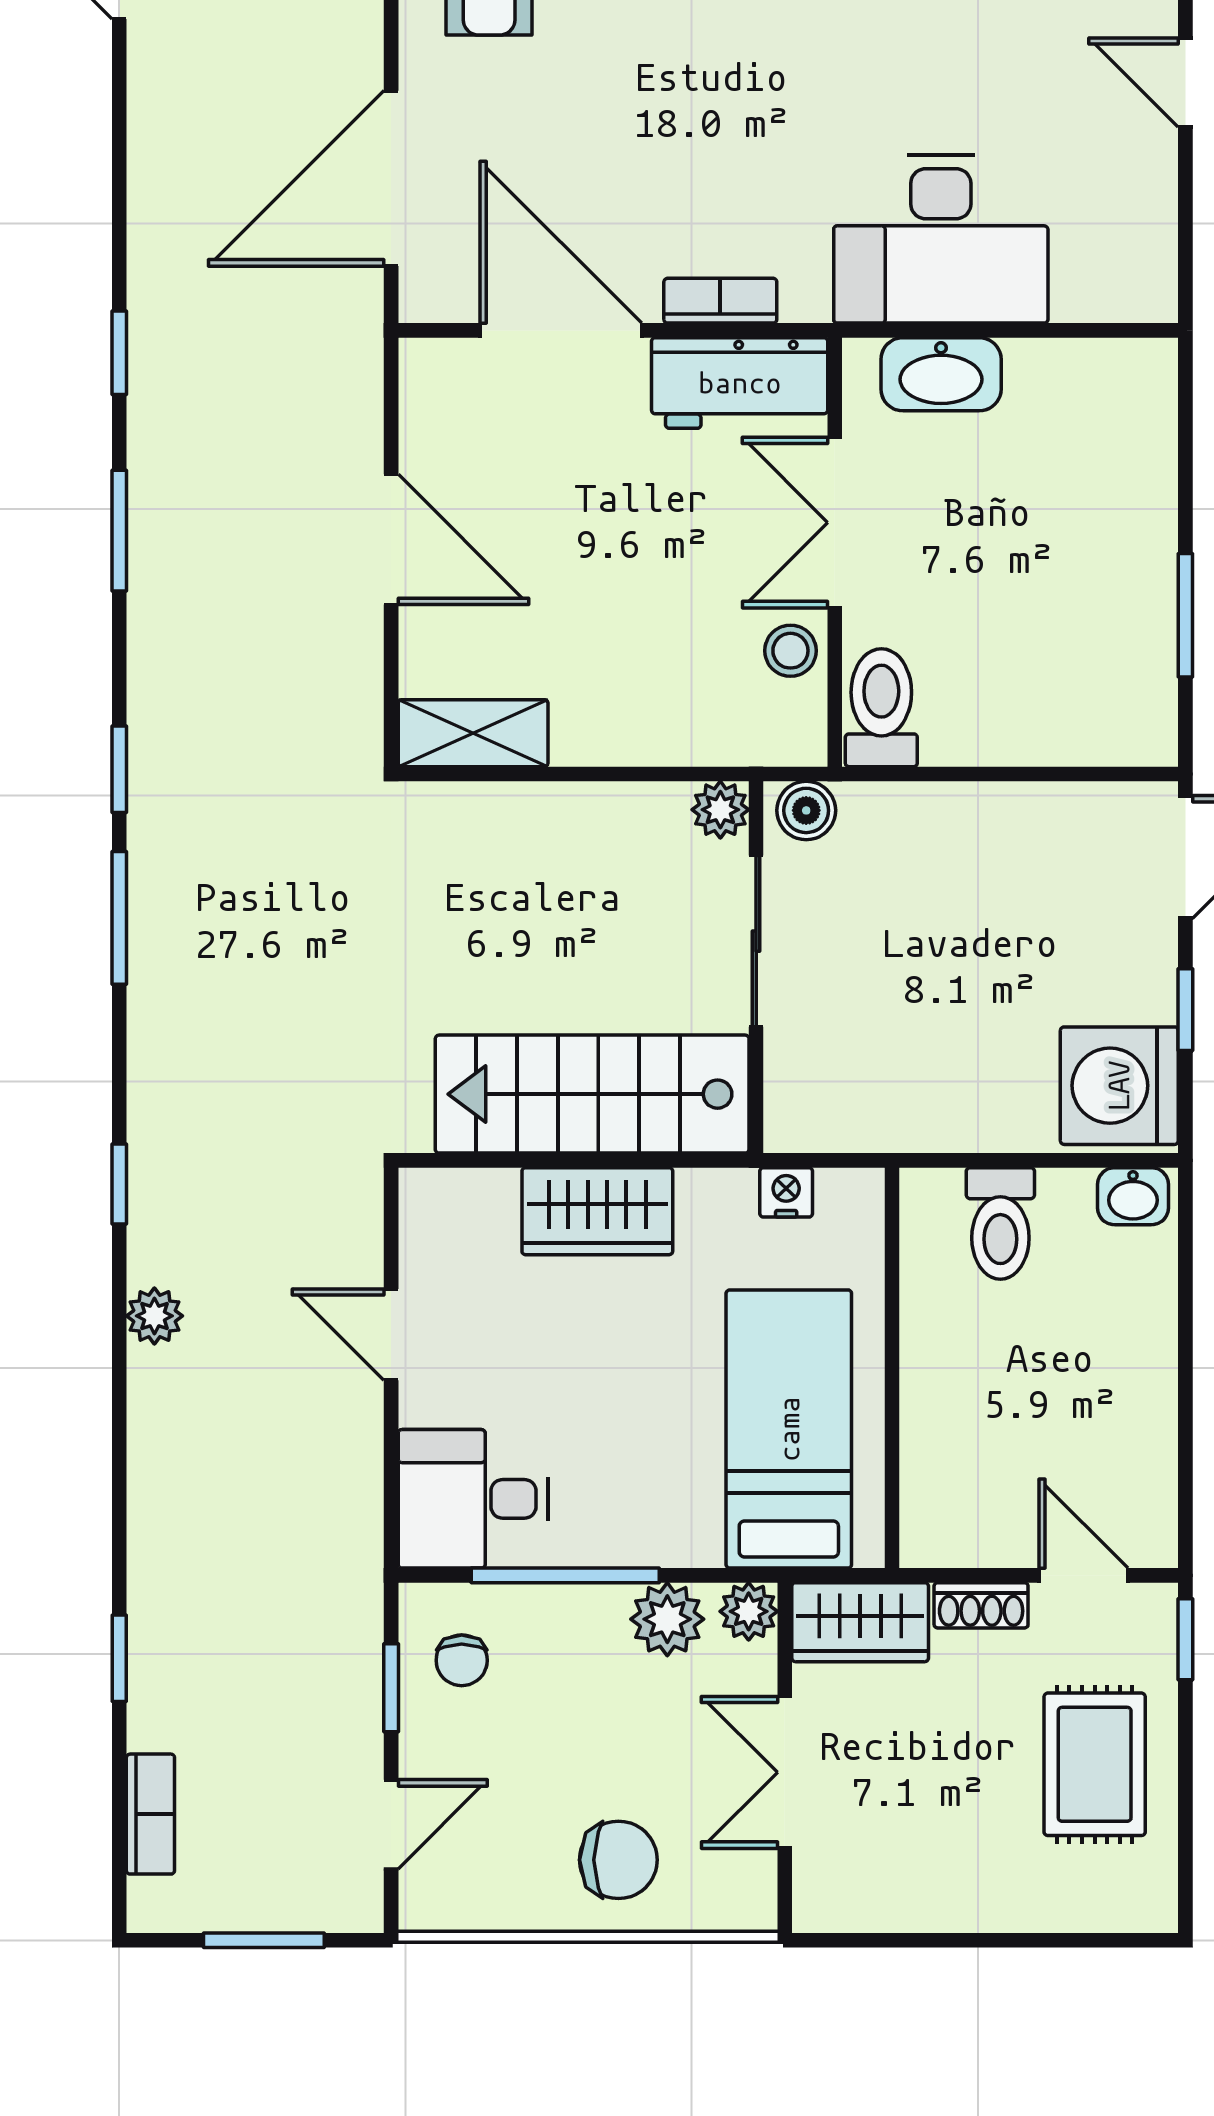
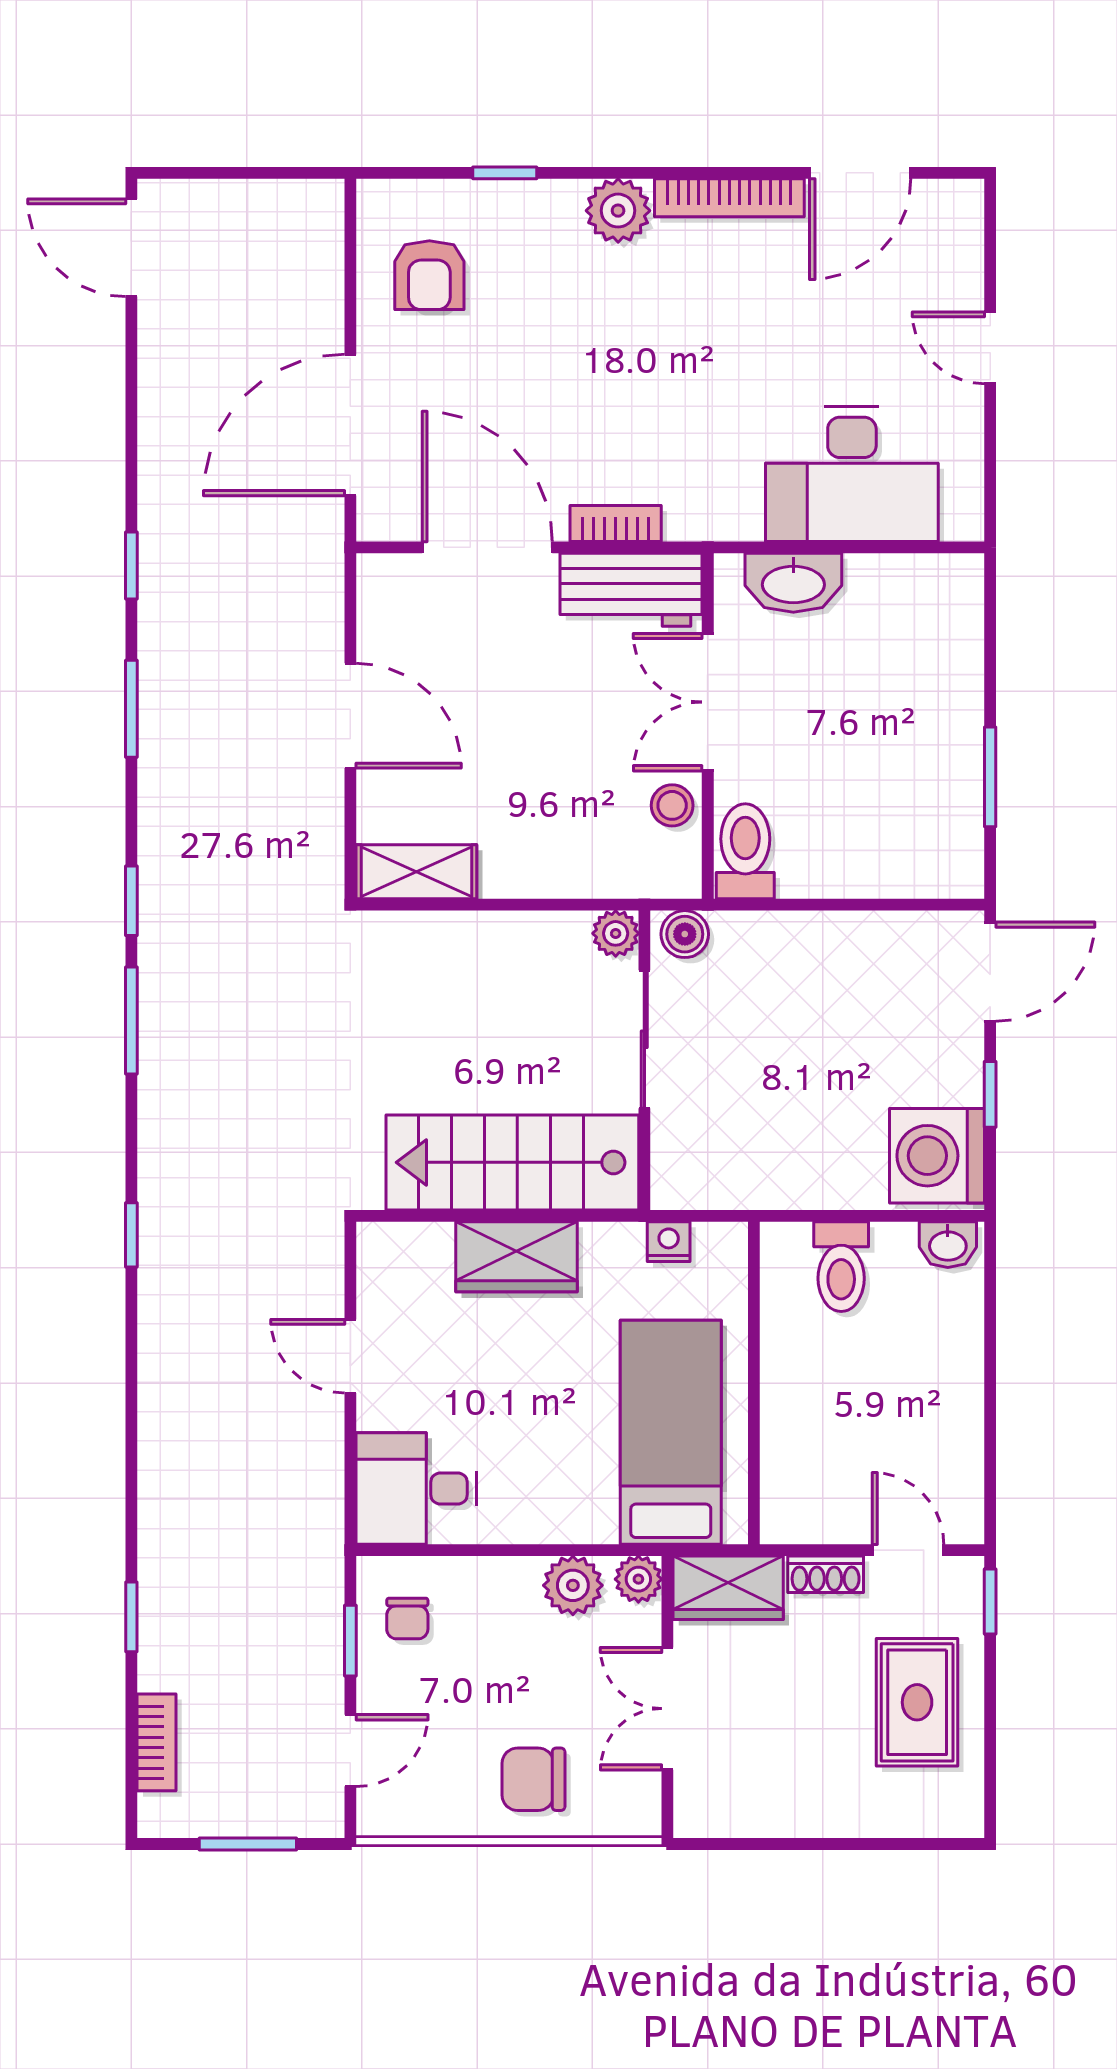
desk: (941, 239) -> (852, 474), moved
plant: (154, 1316) -> (160, 1341), removed
window: (565, 1575) -> (491, 1550), removed
chair: (618, 1860) -> (533, 1779), turned 180

